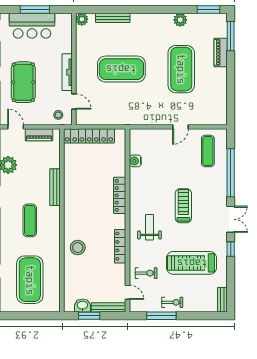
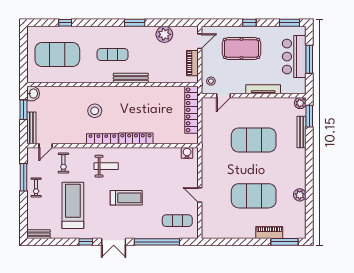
window: (208, 10) -> (309, 116), moved
exercise mat: (121, 69) -> (254, 140), turned 90
tv unit: (67, 72) -> (263, 89), moved
water cooler: (135, 161) -> (187, 153), moved
bench: (55, 187) -> (131, 78), moved
locker: (120, 246) -> (102, 139), moved
stool: (78, 248) -> (95, 111), moved
washbasin: (82, 306) -> (33, 94), moved

